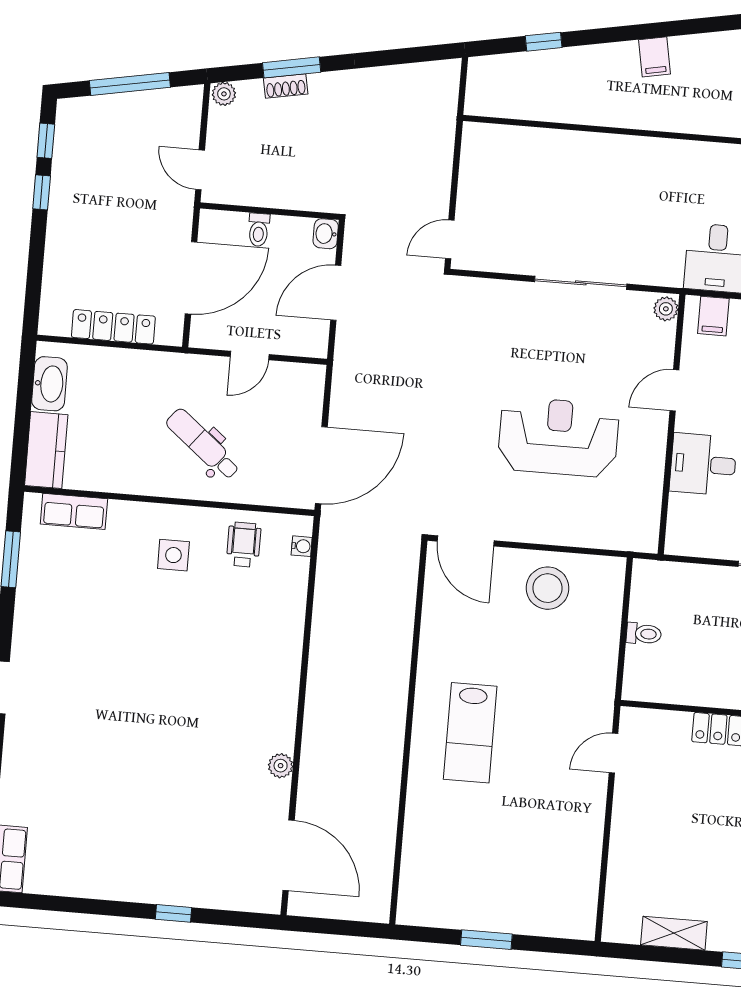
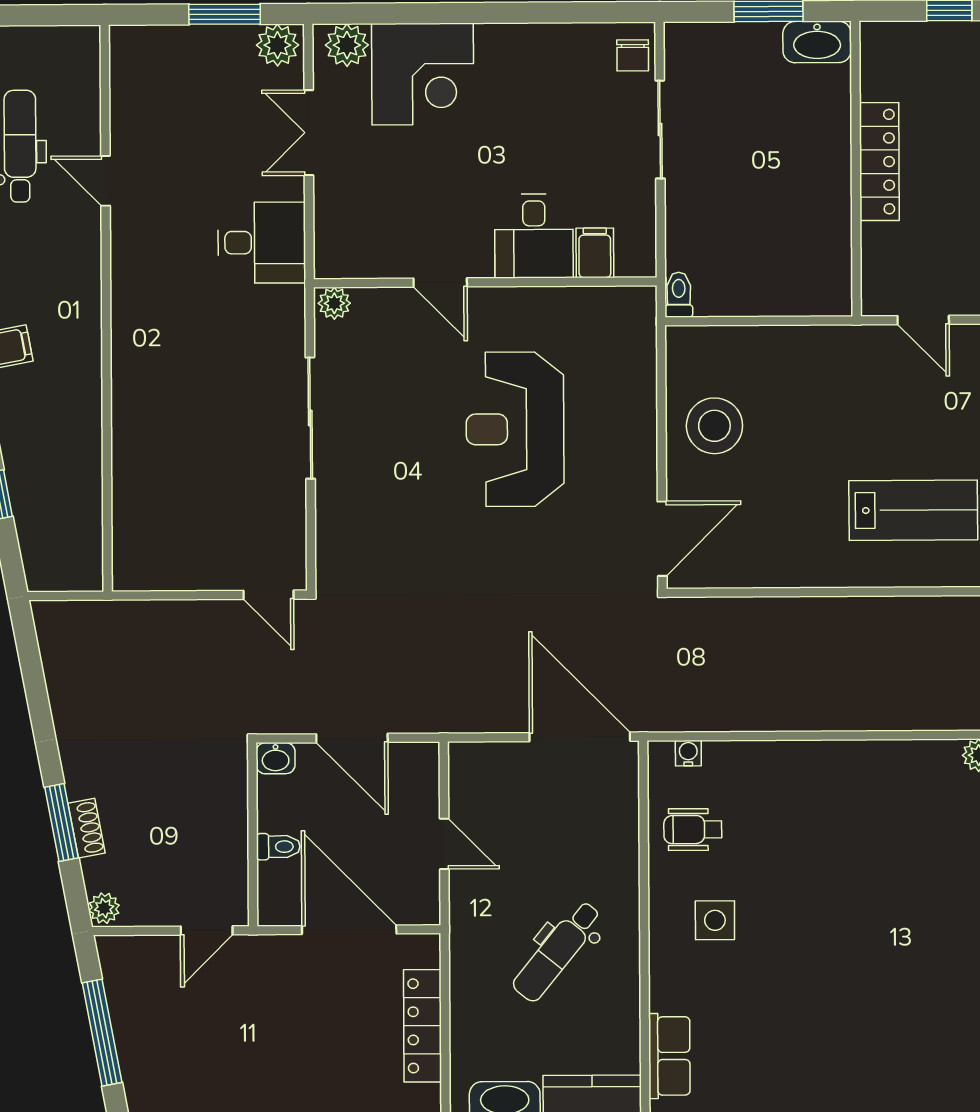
filing cabinet: (713, 316) -> (595, 253), moved, turned -90
dental chair: (203, 444) -> (557, 951), moved
toilet: (644, 634) -> (679, 295), moved

